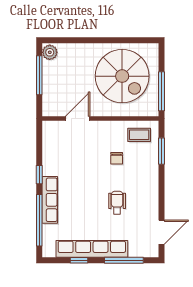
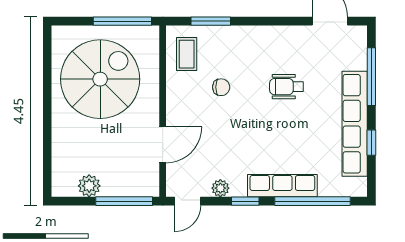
plant: (50, 52) -> (89, 186), moved
window: (39, 75) -> (124, 201), moved
door: (78, 119) -> (163, 145), swing flipped
door: (39, 135) -> (187, 201), added
plant: (48, 158) -> (220, 188), added

